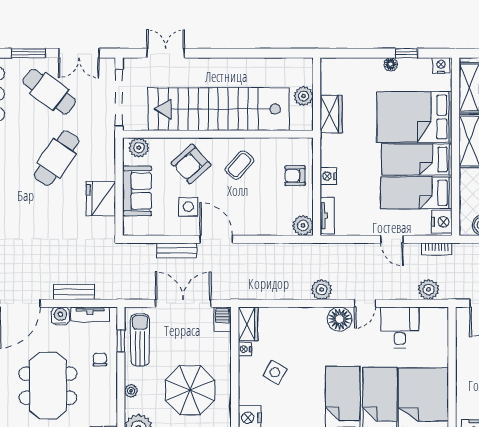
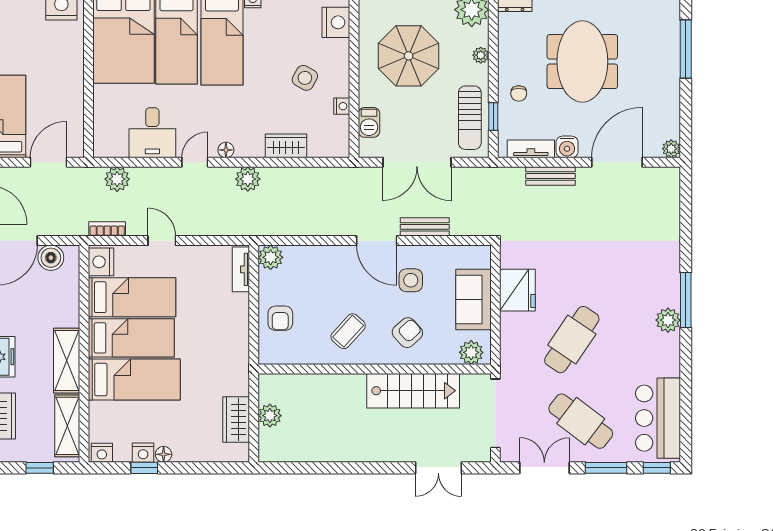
stairs: (219, 109) -> (413, 391), width x0.54, depth x0.66
wardrobe: (331, 114) -> (236, 419), moved
bed: (414, 117) -> (134, 380), width x0.67
armchair: (191, 164) -> (407, 333), width x0.72, depth x0.72
armchair: (295, 176) -> (280, 318), turned 90
nightstand: (328, 176) -> (143, 453), moved, turned 90
barbecue: (222, 319) -> (369, 122), moved
floor lamp: (340, 319) -> (226, 150), width x0.53, depth x0.53
wardrobe: (248, 324) -> (286, 146), moved, turned 90

